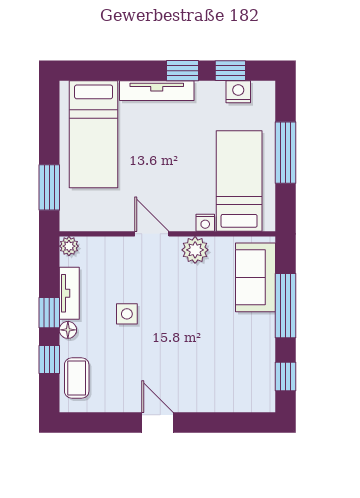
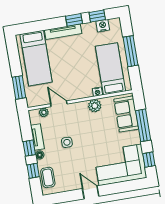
door: (152, 234) -> (59, 104), moved
plant: (69, 246) -> (44, 112), moved
corner sofa: (226, 377) -> (120, 165), added

